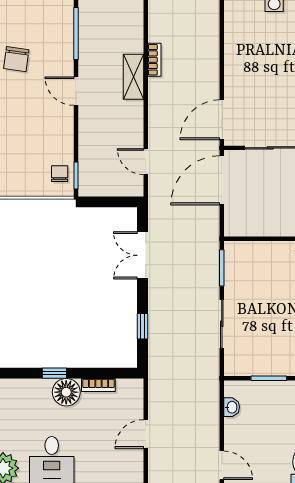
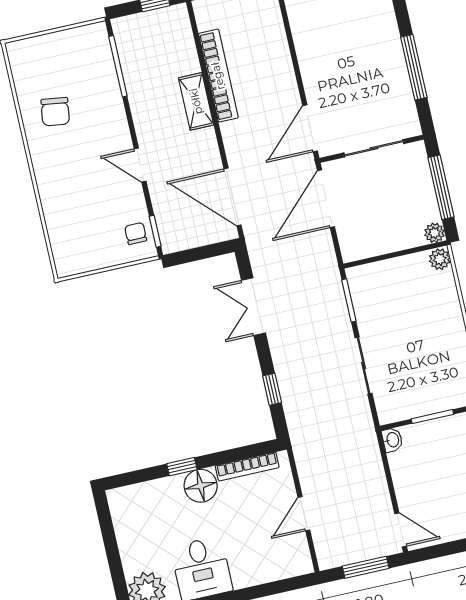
bookcase: (154, 60) -> (218, 76), width x2.31, depth x1.31
door: (76, 91) -> (140, 165), moved
door: (146, 162) -> (233, 197), width x1.88
bookcase: (98, 385) -> (247, 467), width x1.56
washbasin: (232, 407) -> (392, 440), moved

